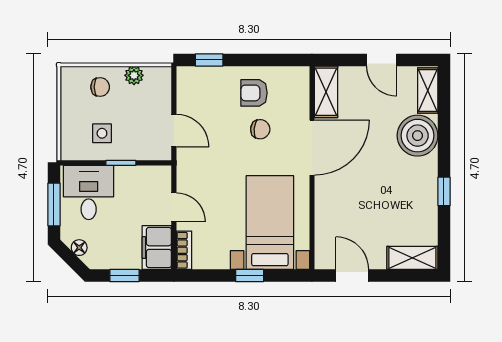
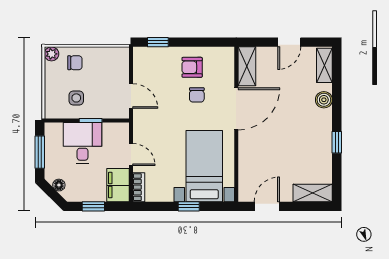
door: (382, 60) -> (289, 42), hinge flipped
plant: (134, 75) -> (51, 54), moved
chair: (260, 129) -> (197, 95), turned 85
boiler: (418, 136) -> (324, 100), width x0.54, depth x0.54
desk: (89, 192) -> (83, 143), moved
door: (352, 276) -> (267, 206), hinge flipped

